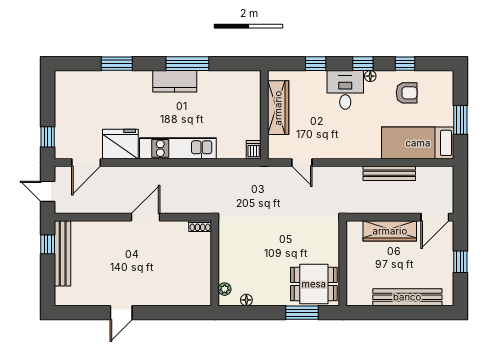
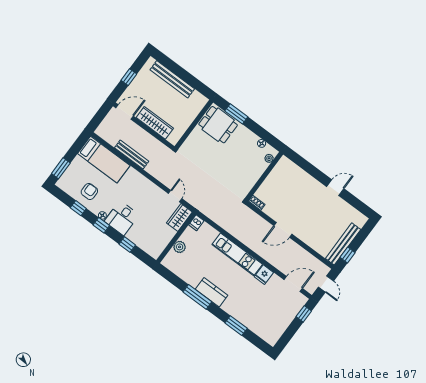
armchair: (407, 93) -> (89, 191), turned 90
plant: (252, 107) -> (180, 247), added
wardrobe: (278, 108) -> (179, 217), moved, width x0.67
window: (460, 120) -> (61, 168), moved
fridge: (120, 144) -> (264, 275), width x0.53, depth x0.75

